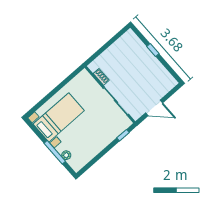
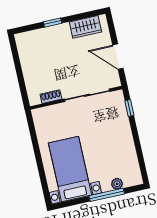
wardrobe: (162, 74) -> (85, 27), added
door: (154, 108) -> (118, 57), swing flipped

